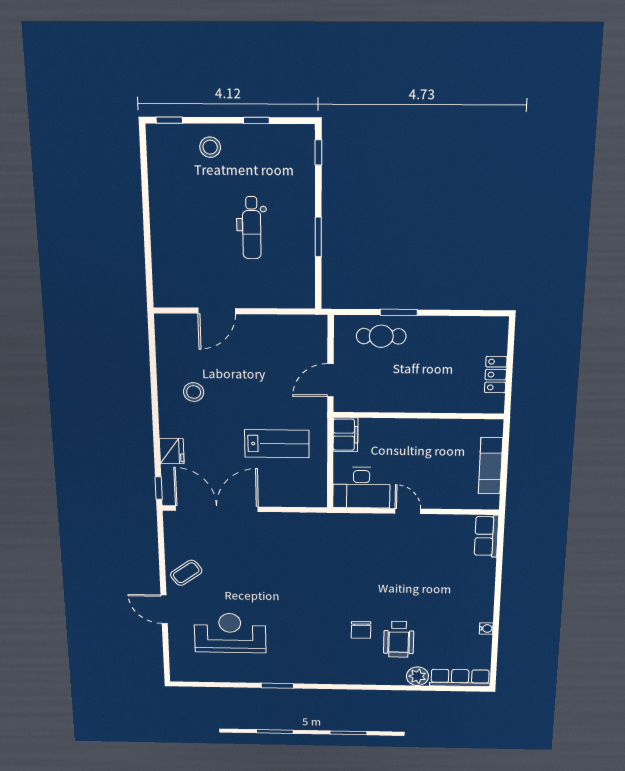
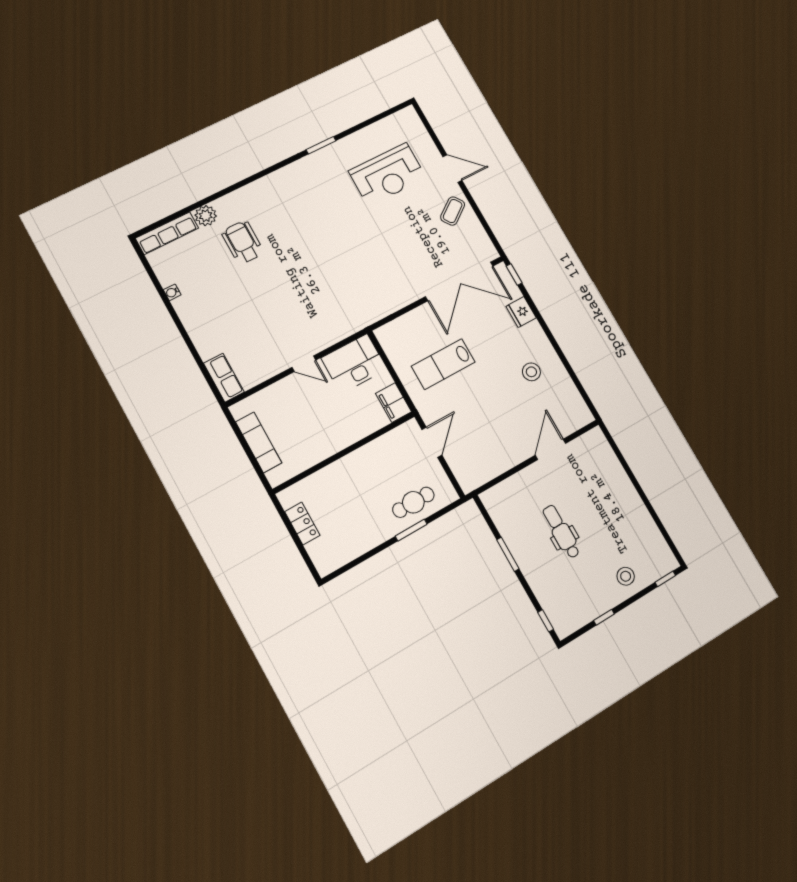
chair: (361, 630) -> (280, 234), removed

